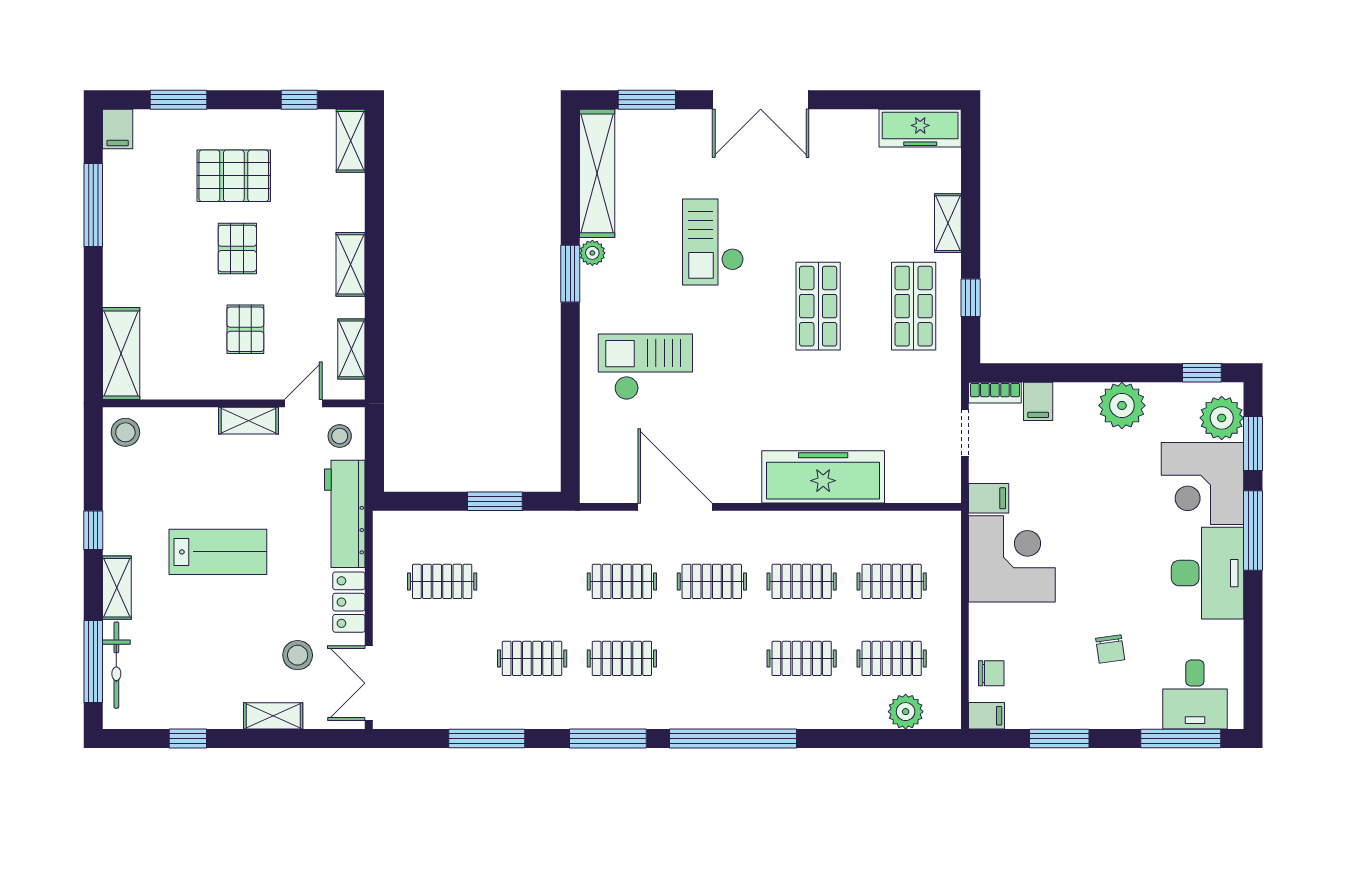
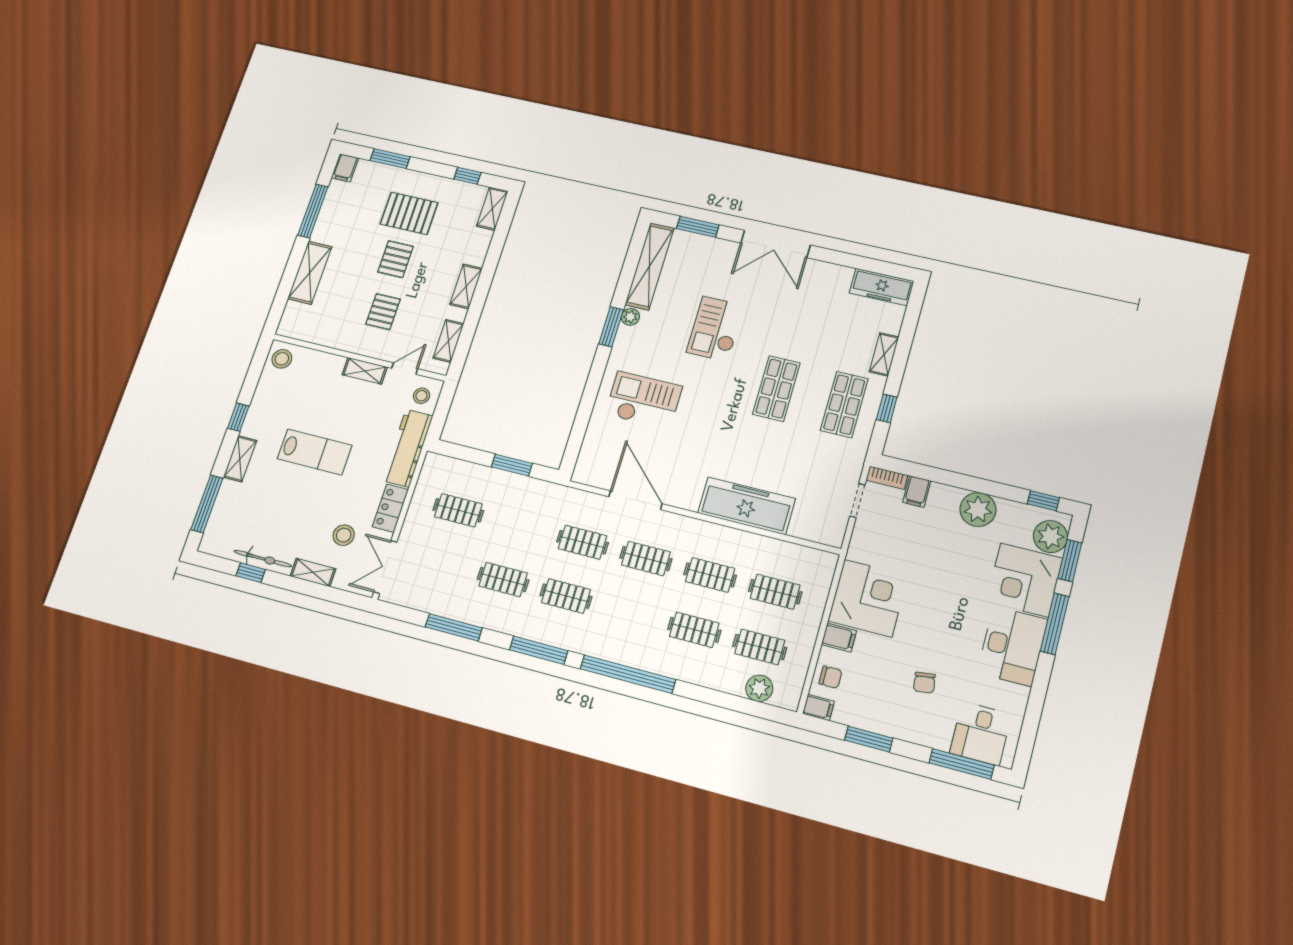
shelving: (121, 354) -> (310, 273), moved
filing cabinet: (989, 498) -> (839, 638), moved
bicycle: (116, 665) -> (263, 559), moved, turned -90

